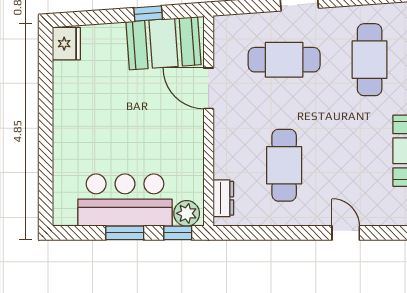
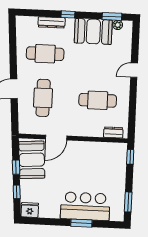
window: (100, 17) -> (17, 192), added
window: (46, 145) -> (81, 223), added
bar counter: (125, 200) -> (85, 206), moved, turned 90
plant: (187, 213) -> (120, 152), removed
window: (125, 233) -> (128, 202), moved

